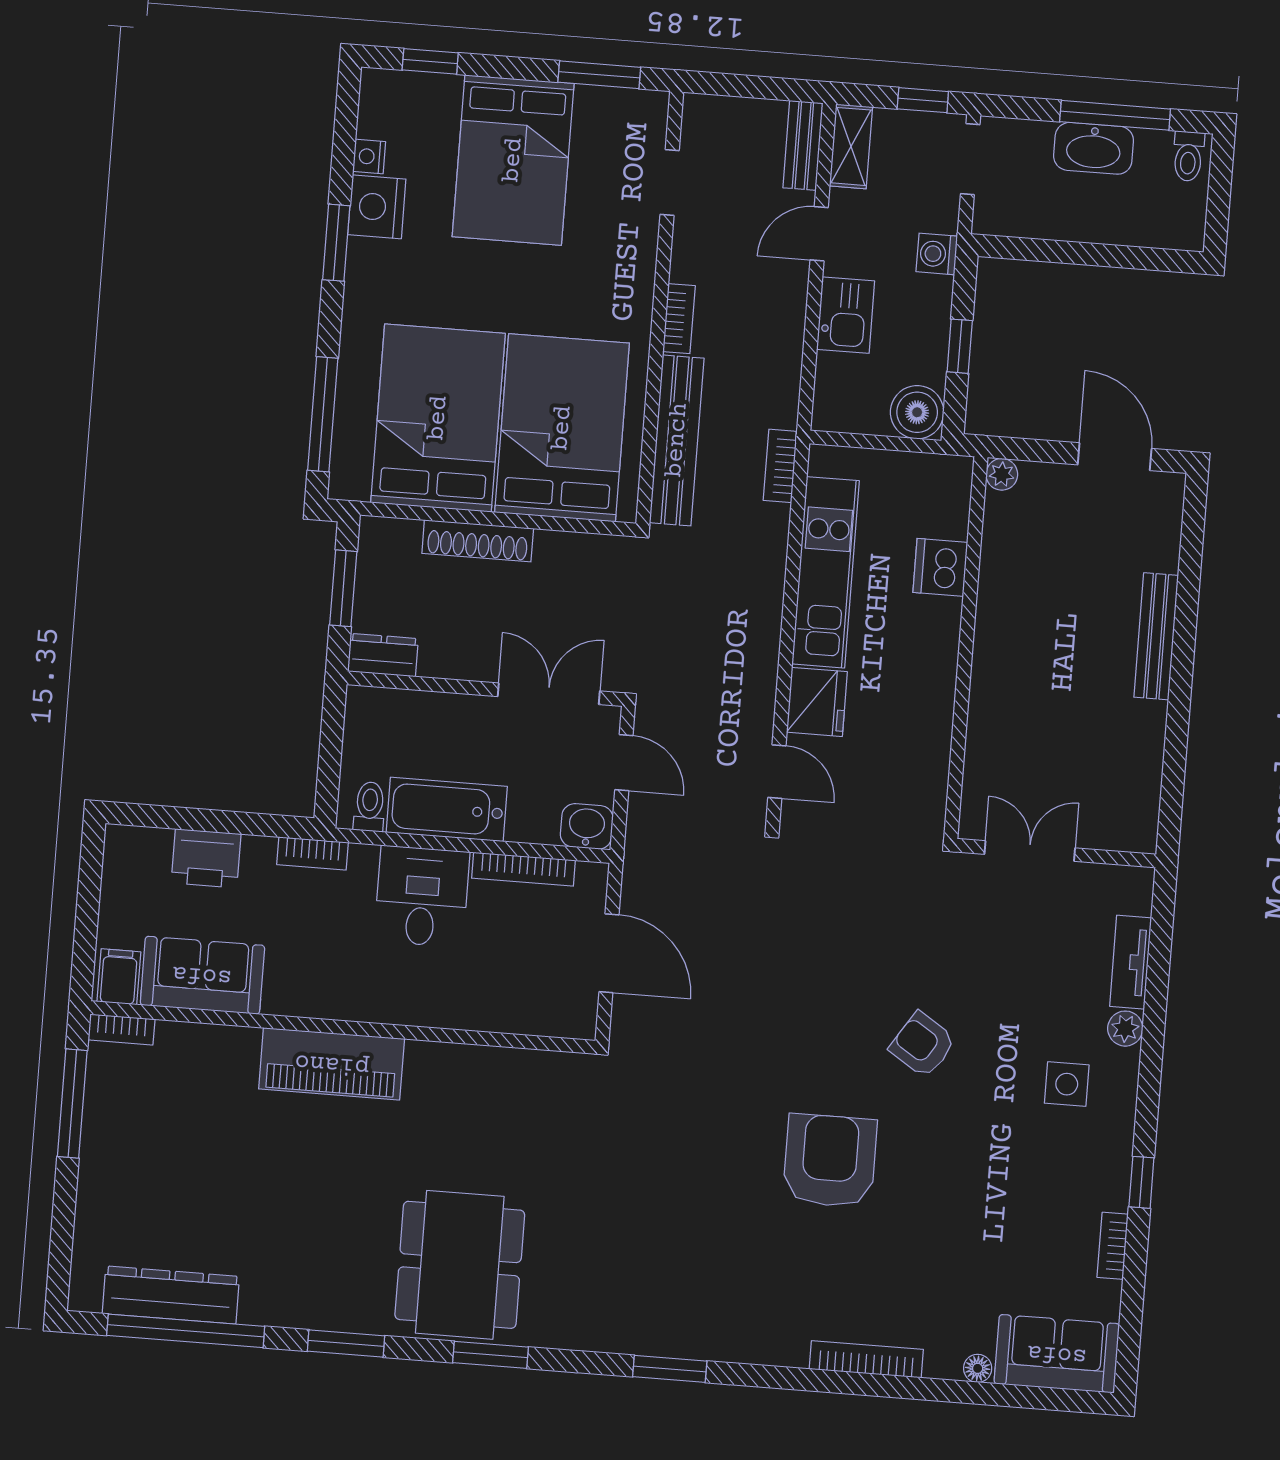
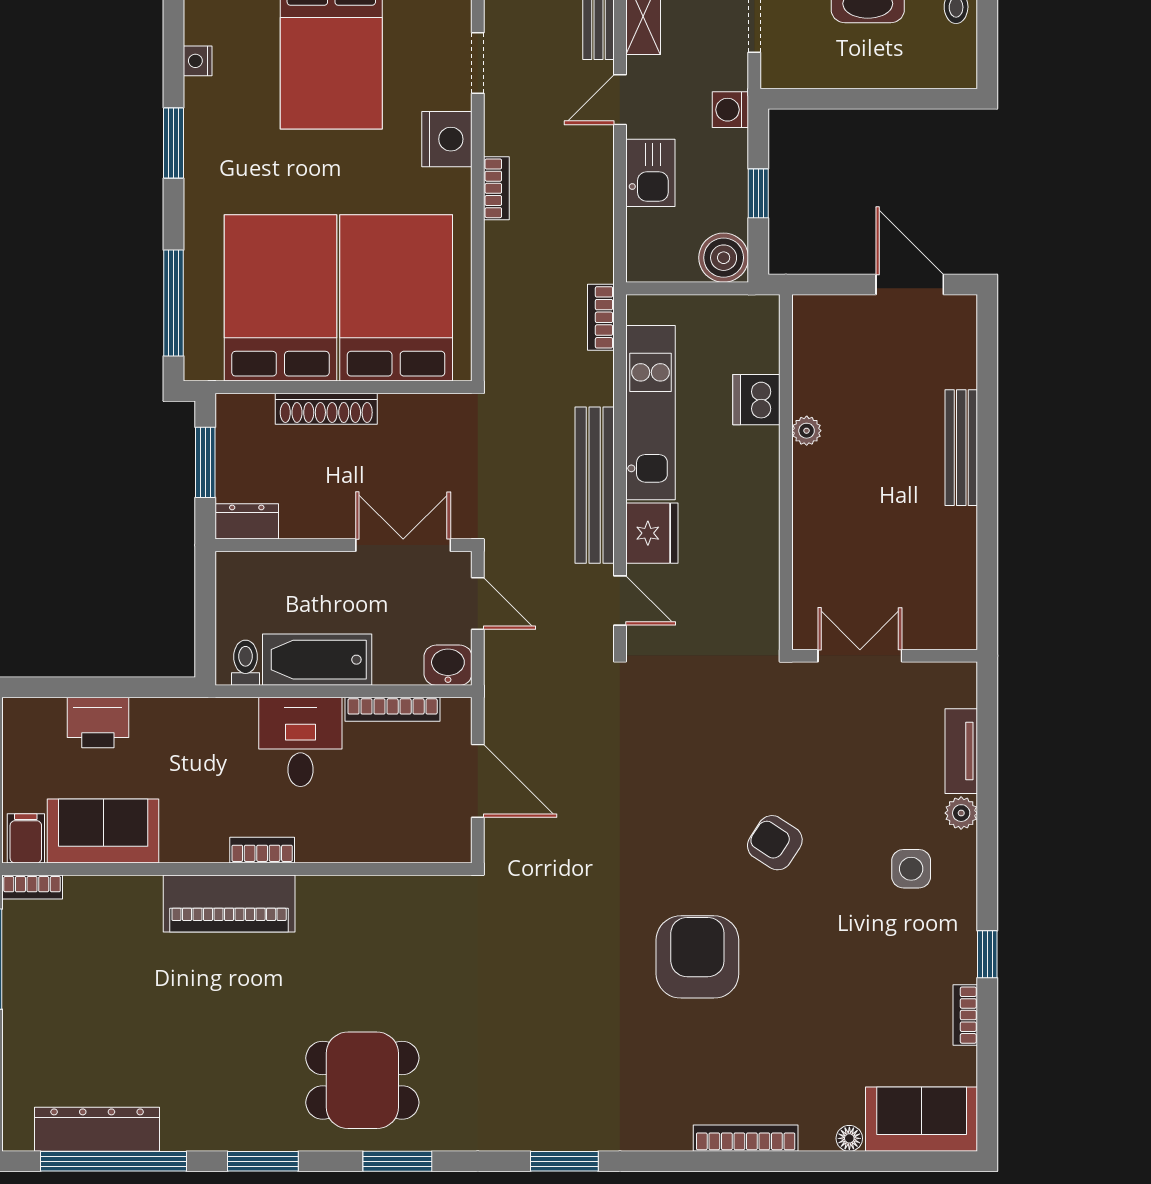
nightstand: (377, 207) -> (447, 139), moved, turned 180
bench: (677, 440) -> (595, 485), moved
plant: (1002, 474) -> (807, 431), moved
bookcase: (313, 853) -> (262, 850), moved, turned 180
dining table: (460, 1265) -> (362, 1080), width x0.73

